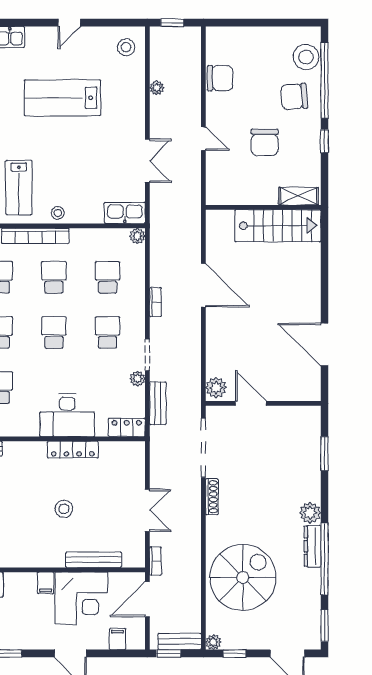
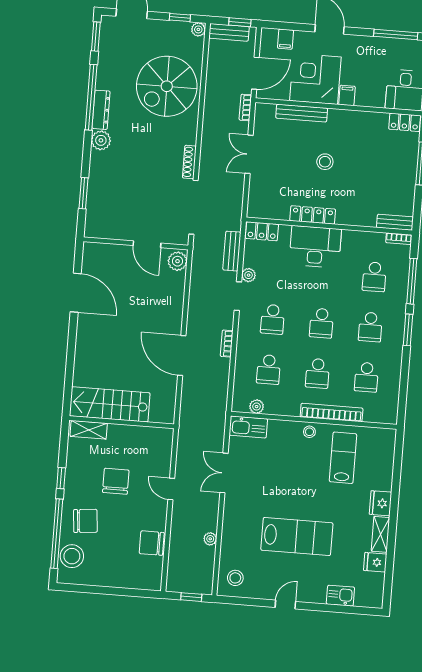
plant: (137, 236) -> (257, 407), moved

